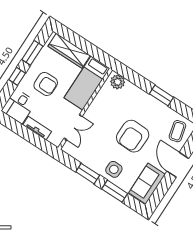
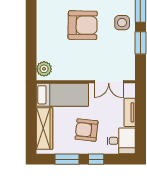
armchair: (46, 84) -> (86, 130), turned -84
window: (161, 96) -> (31, 23), removed
double door: (73, 127) -> (109, 82), swing flipped

